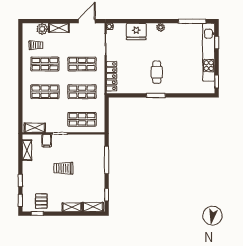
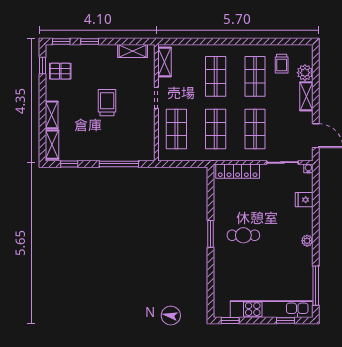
fridge: (136, 32) -> (304, 200), width x0.53, depth x0.75
filing cabinet: (47, 141) -> (146, 79), removed

